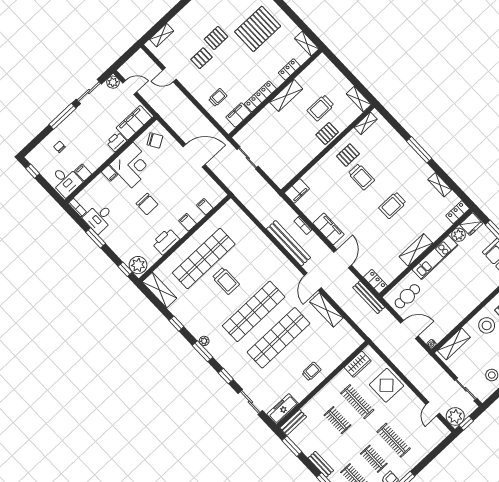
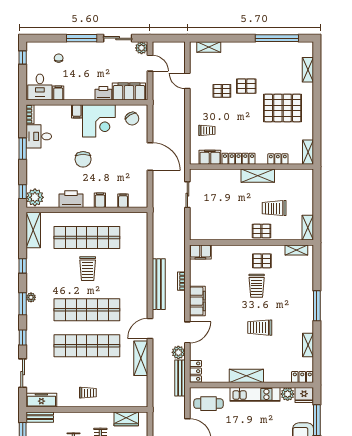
plant: (350, 280) -> (178, 352), added

